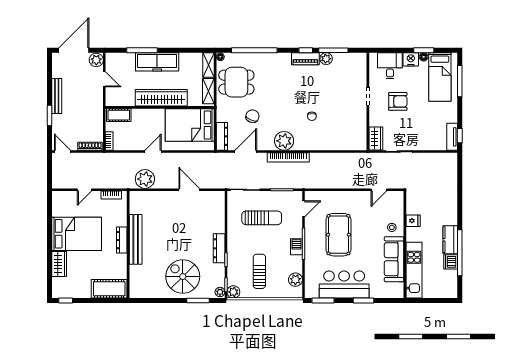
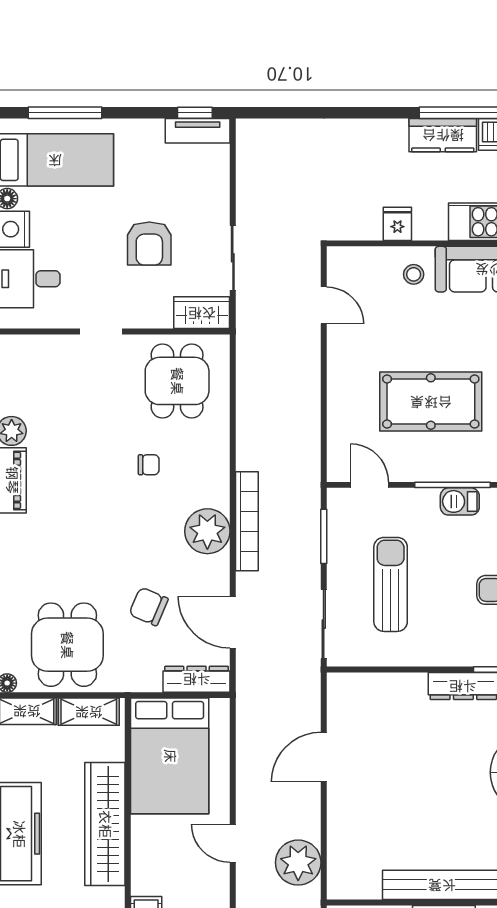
armchair: (398, 101) -> (149, 244), moved, turned 180
dining table: (347, 128) -> (177, 381), added

